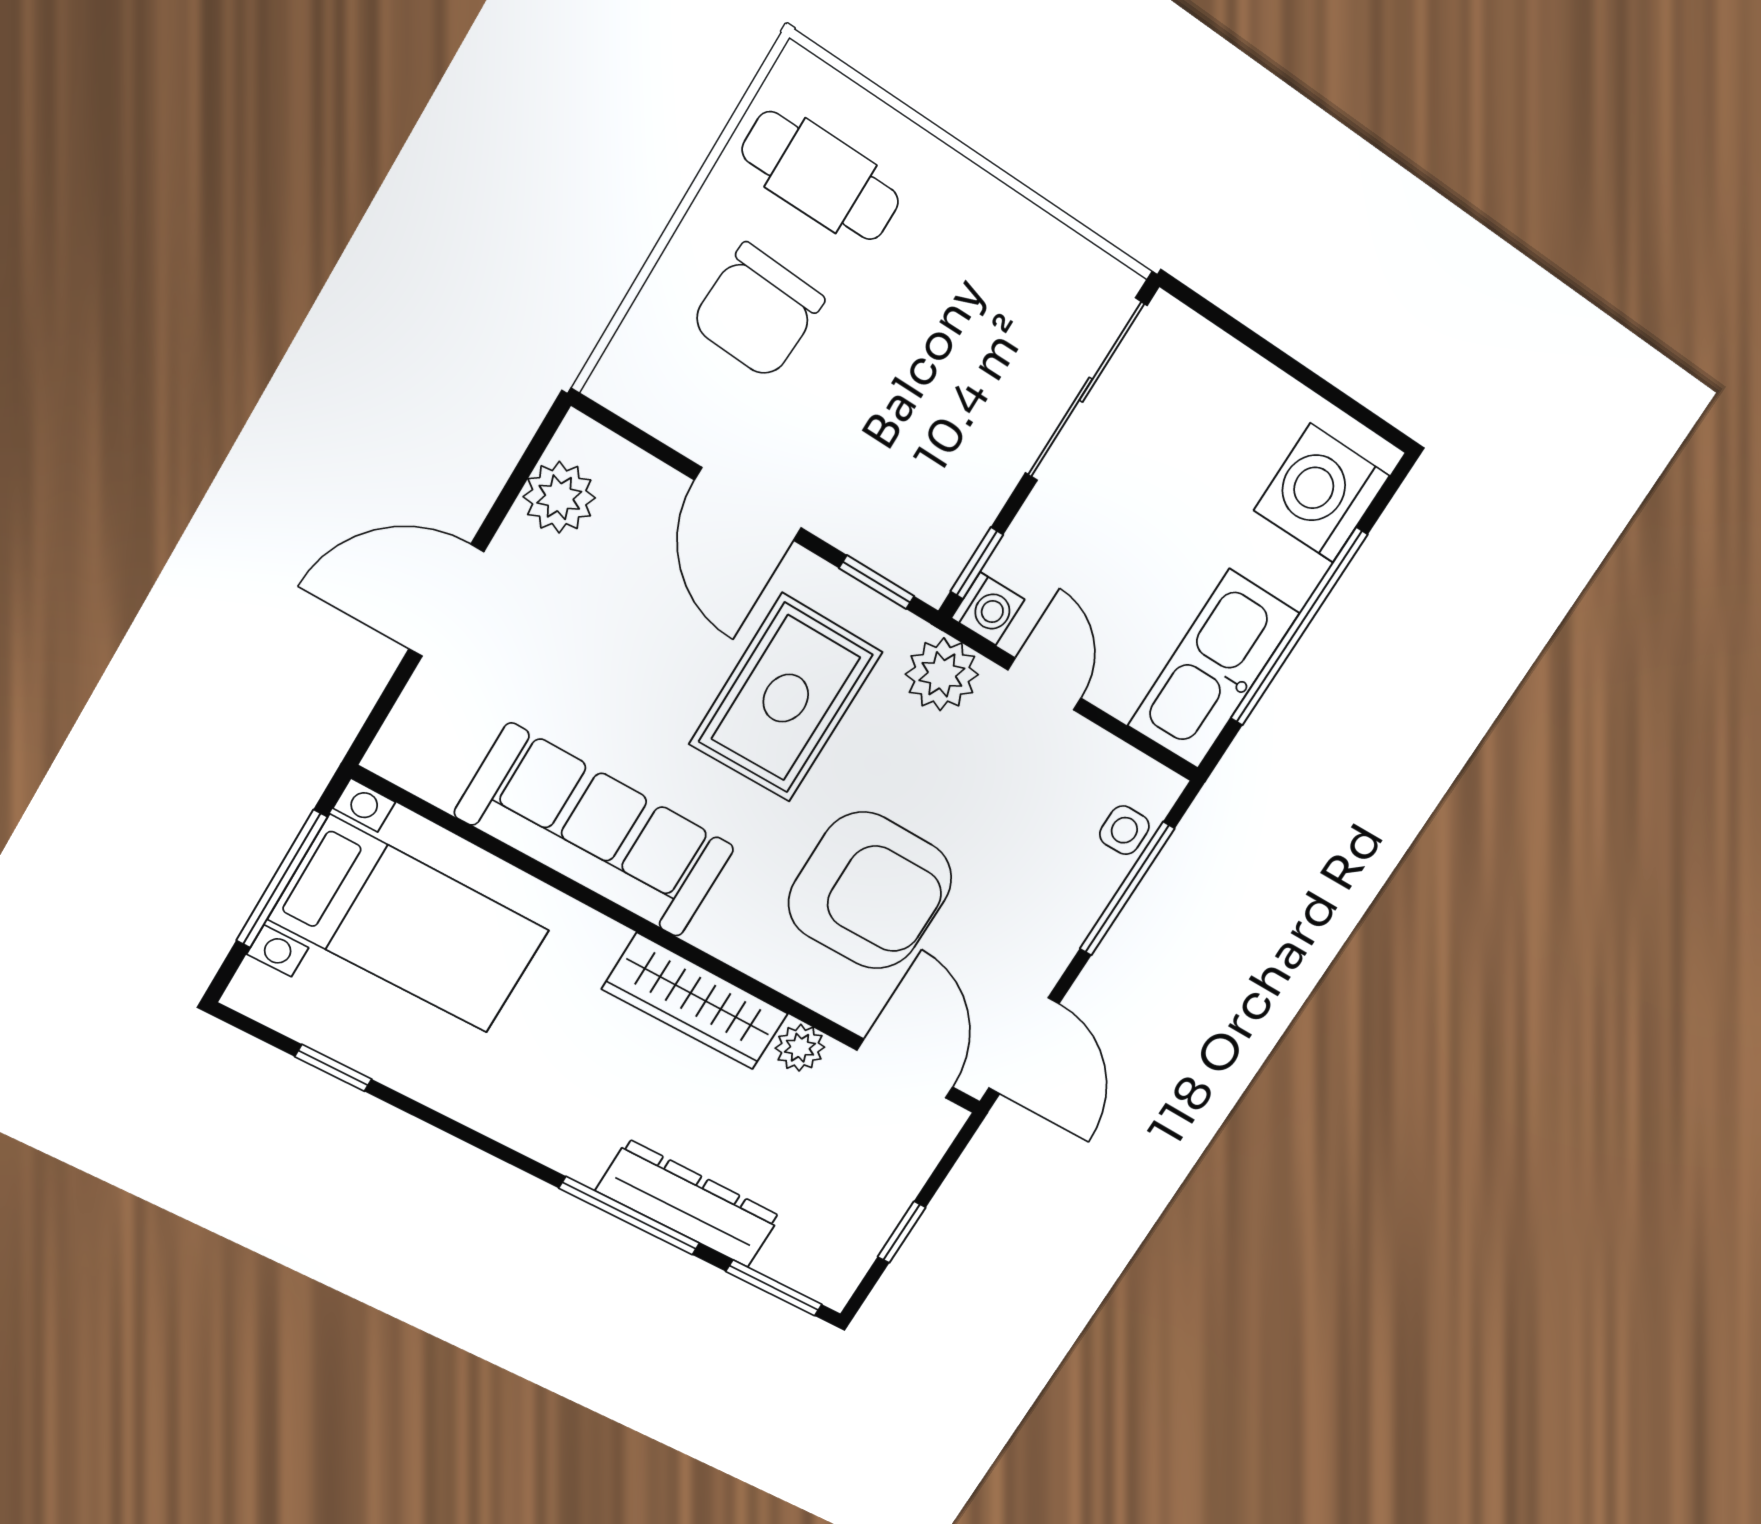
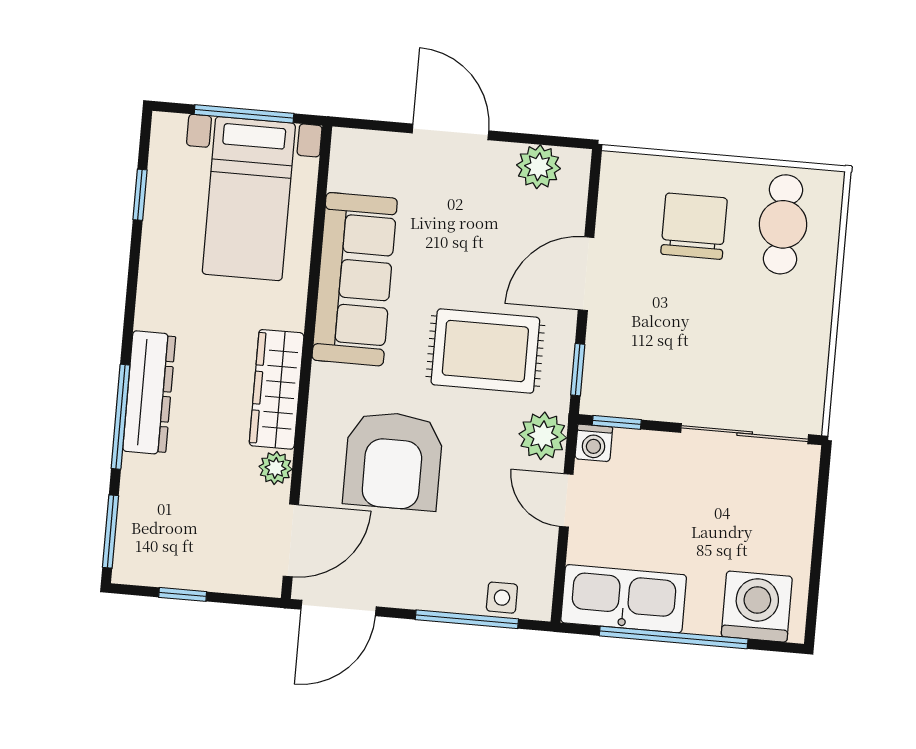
chair: (758, 312) -> (694, 226), turned 87
door: (1045, 684) -> (566, 500), swing flipped
dresser: (688, 1203) -> (149, 393), moved

